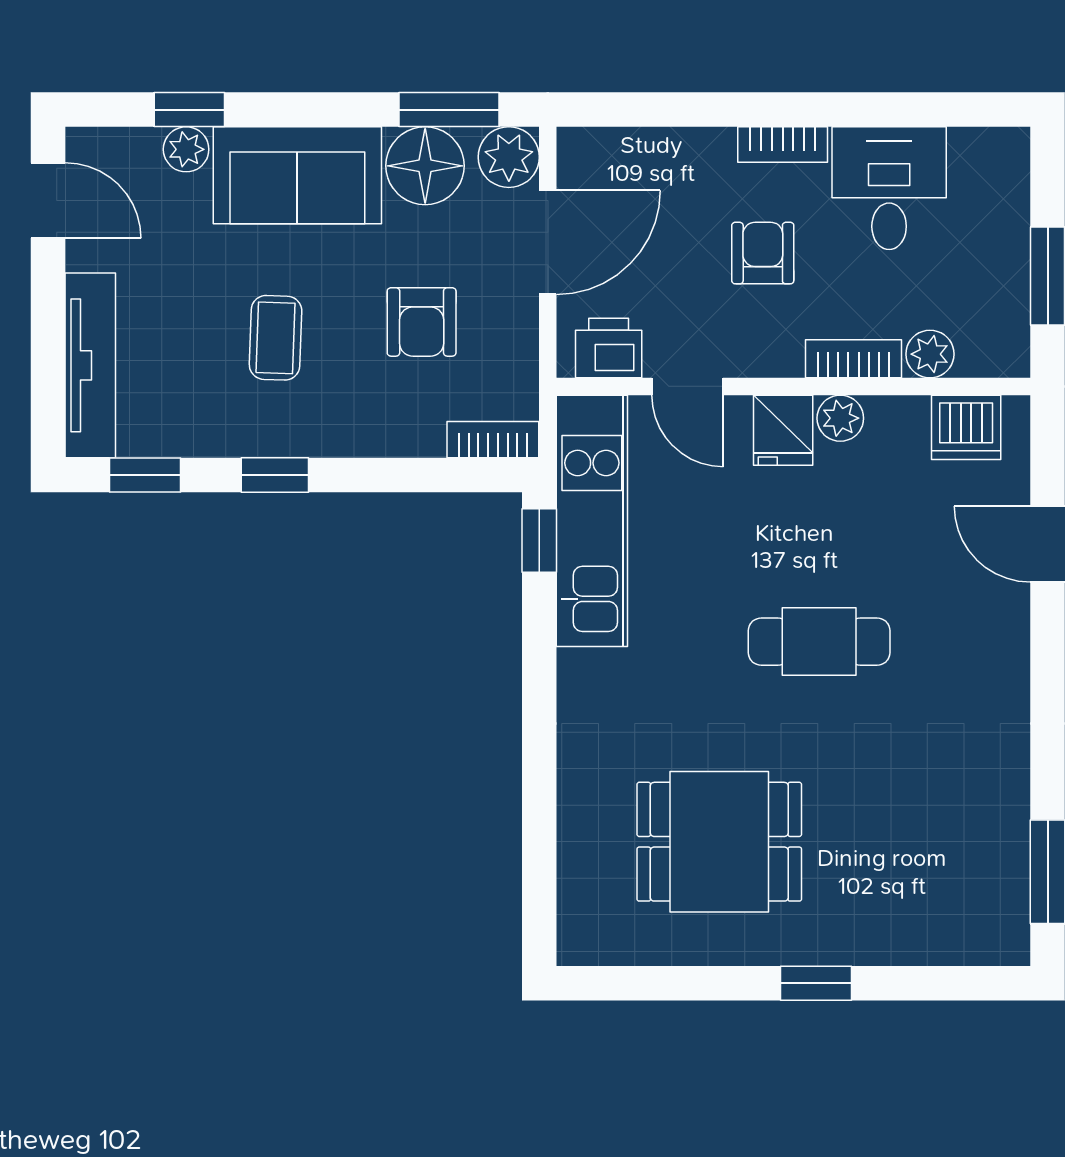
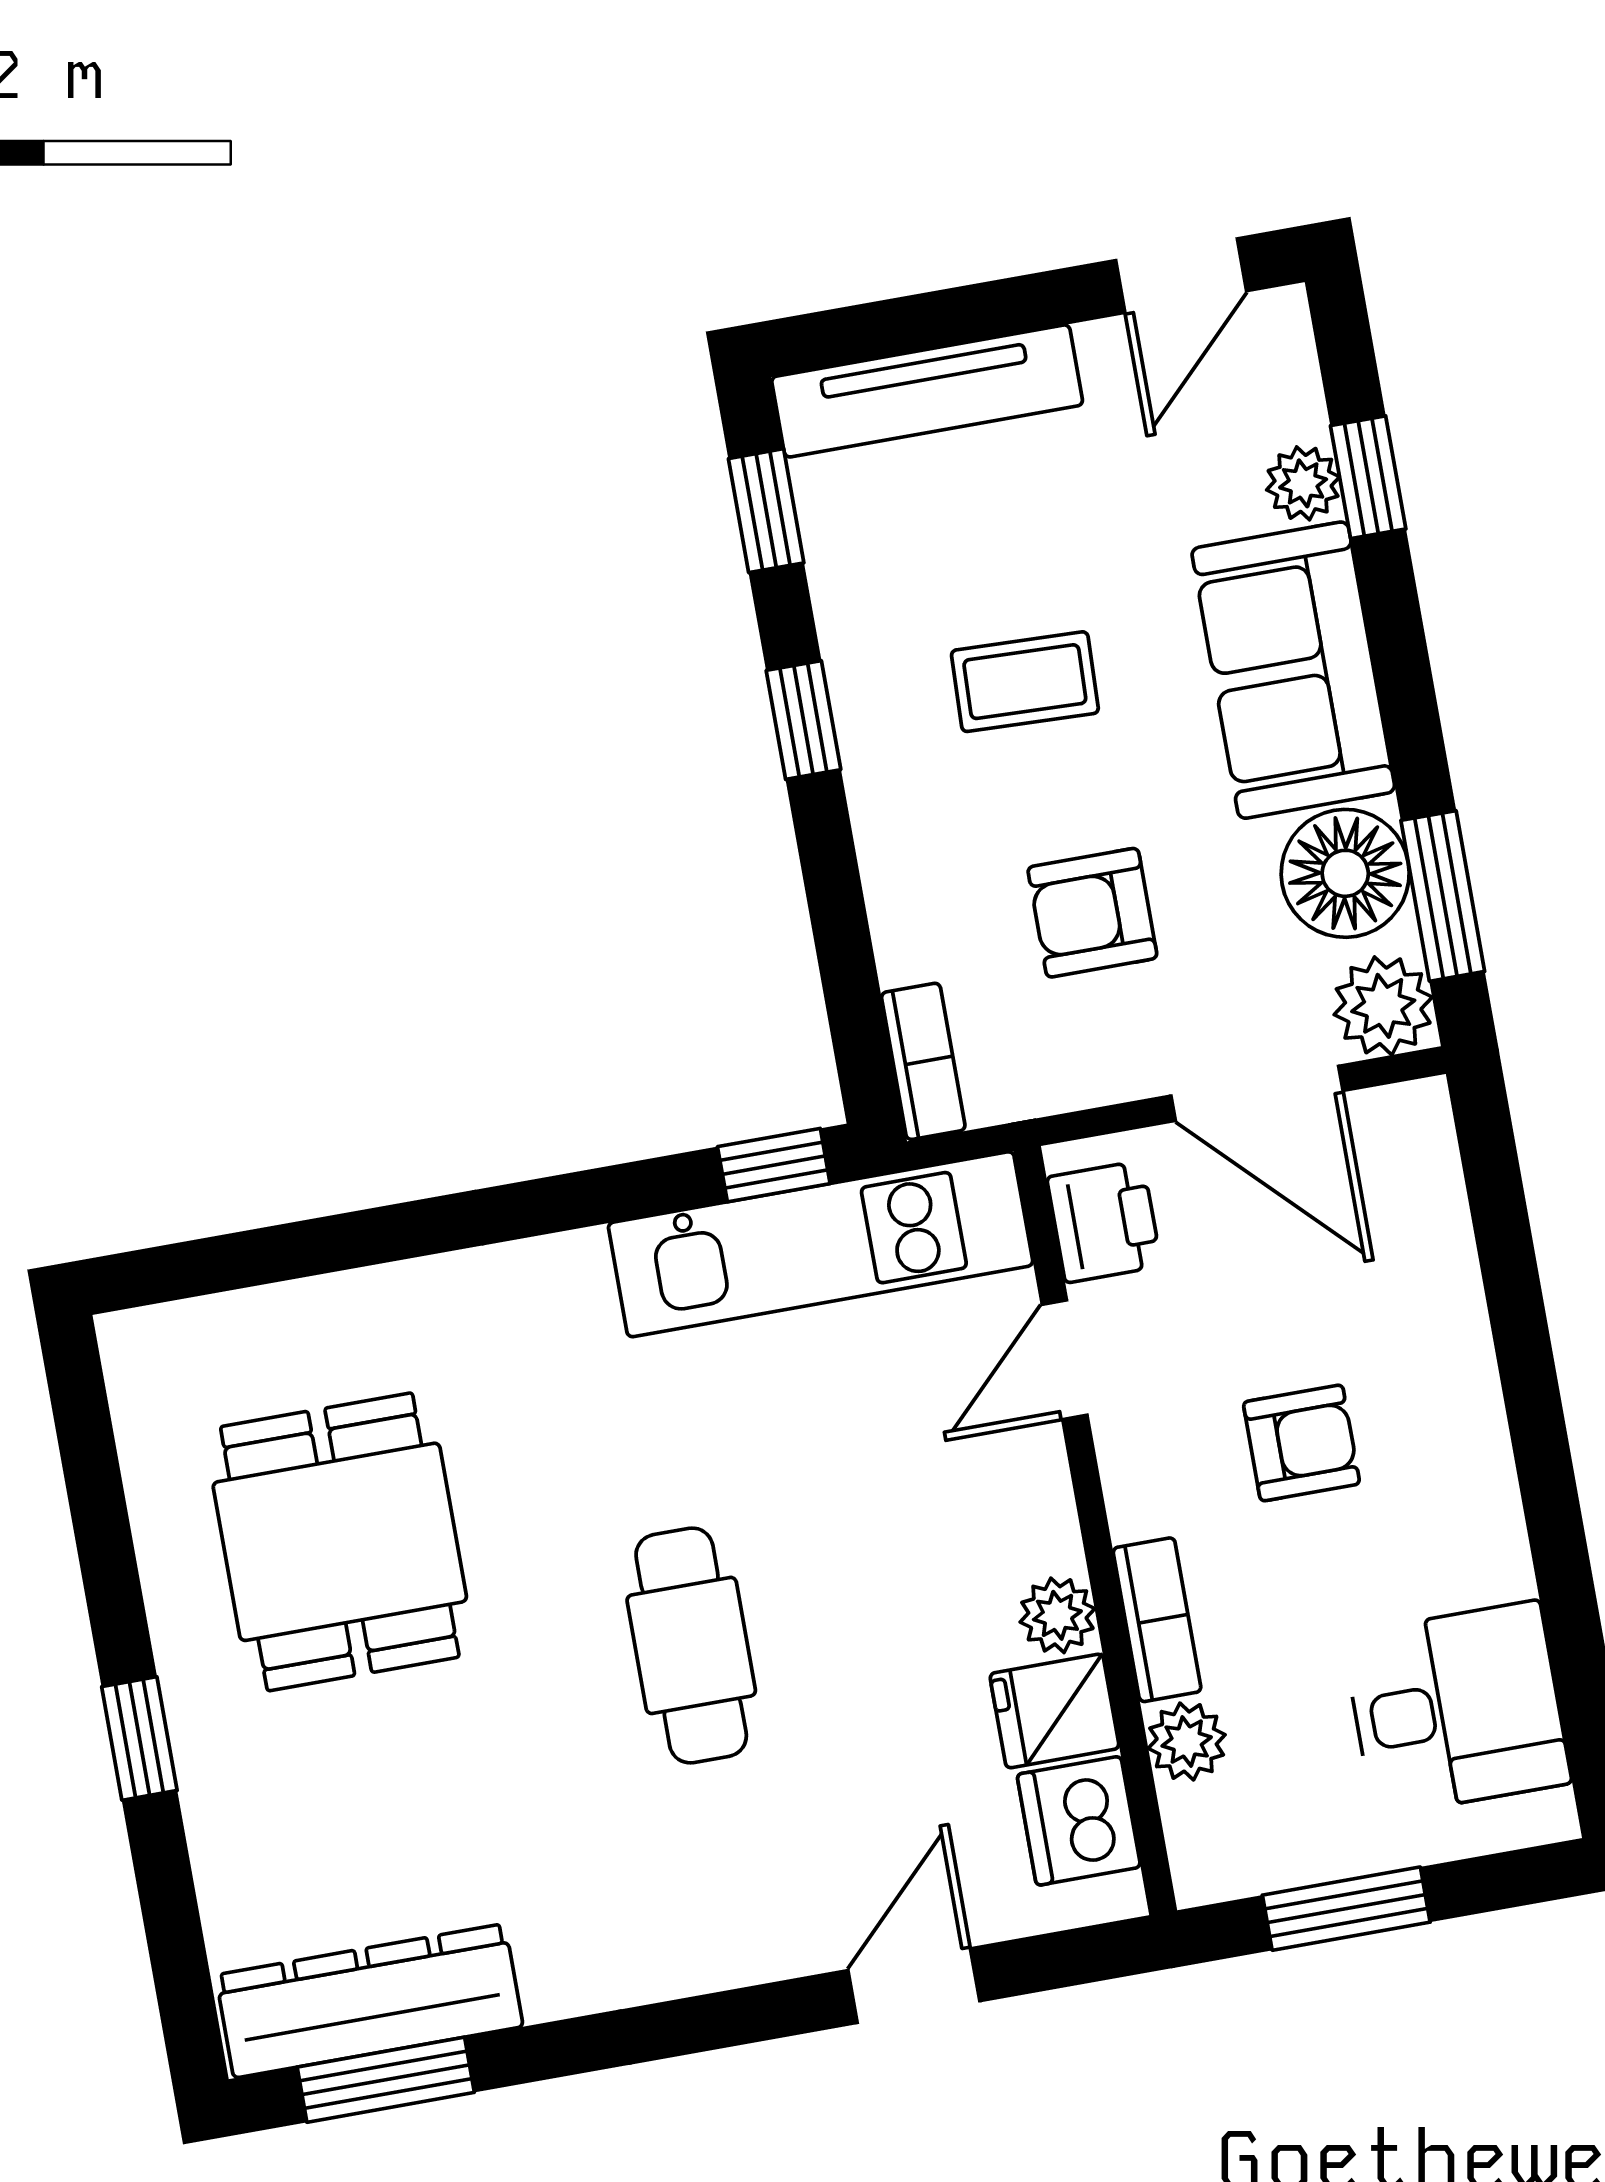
bookcase: (783, 145) -> (1482, 1444), removed
desk: (889, 188) -> (1457, 1709), moved
fridge: (783, 430) -> (1055, 1711), moved
dresser: (998, 873) -> (369, 2001), added

